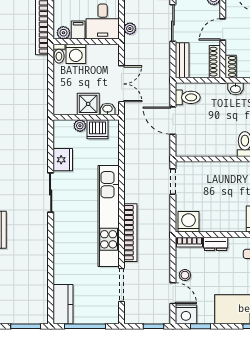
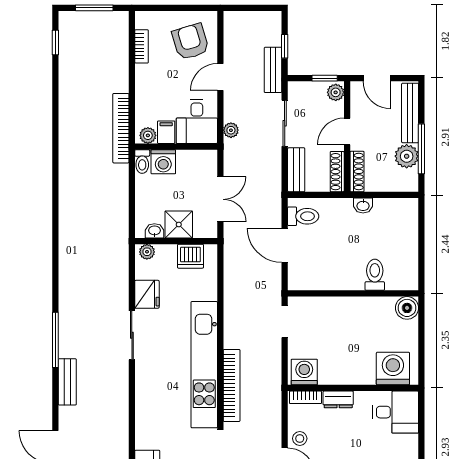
shoe rack: (231, 66) -> (357, 171), width x1.43
washbasin: (108, 109) -> (154, 231), moved
plant: (80, 126) -> (147, 252), moved

